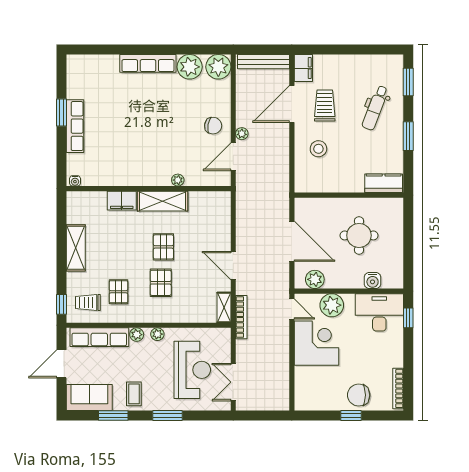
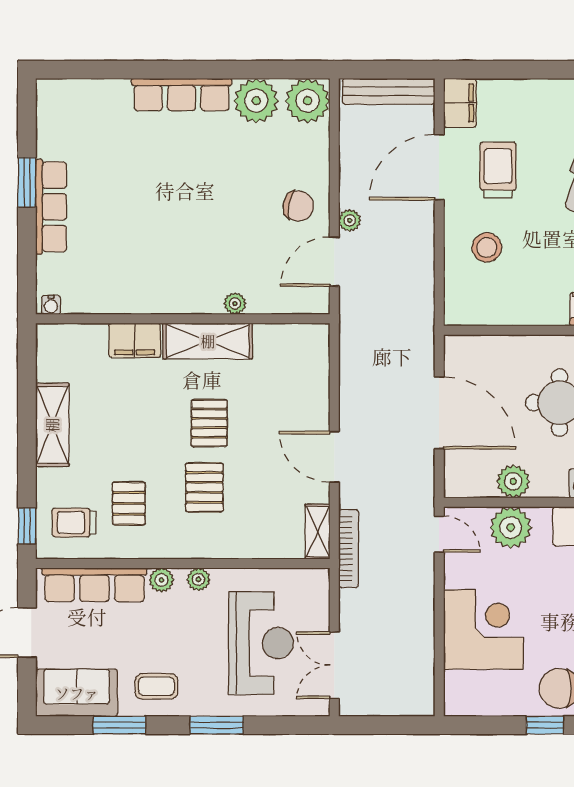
plant: (315, 279) -> (513, 481), moved
corner desk: (316, 343) -> (483, 629), moved
coffee table: (134, 394) -> (156, 686), turned 90

